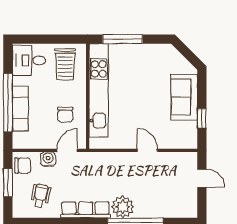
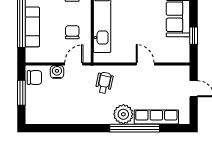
chair: (65, 115) -> (72, 32), turned 180
wheelchair: (40, 196) -> (104, 83), moved
row of seats: (86, 210) -> (156, 117), moved

